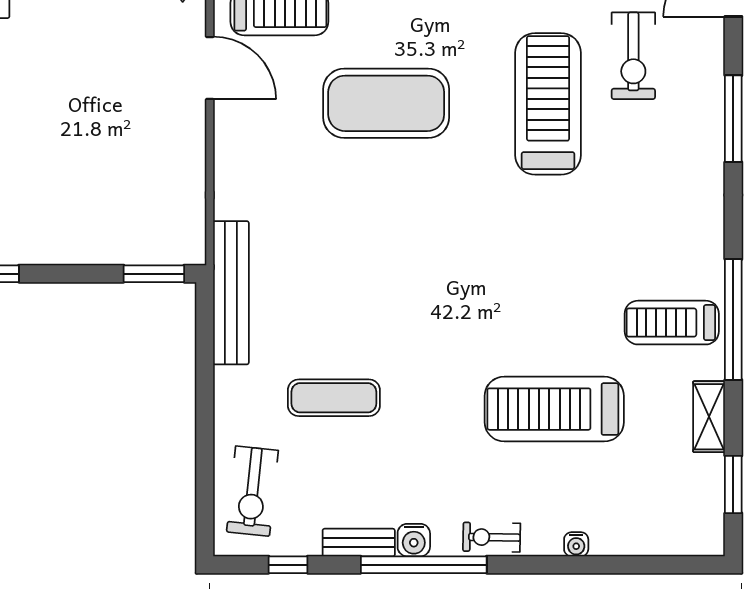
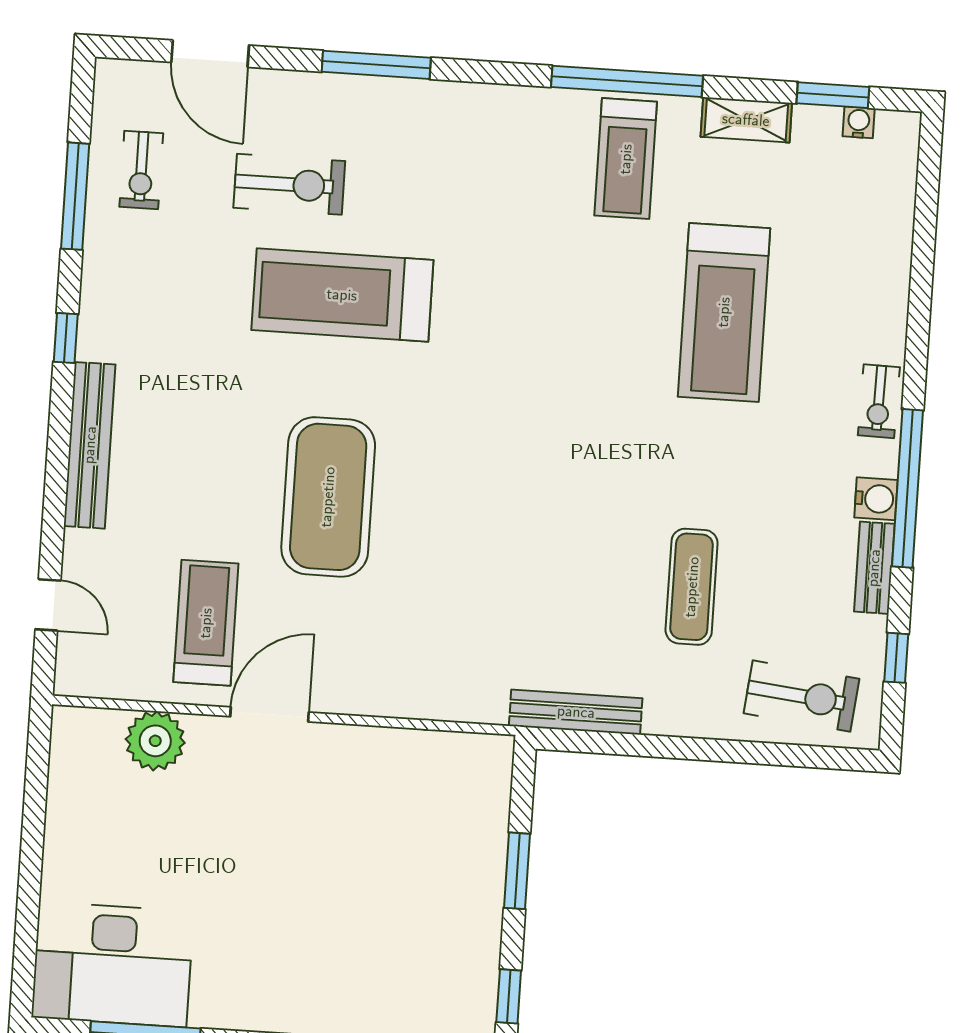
window: (154, 274) -> (517, 871), moved
bench: (231, 293) -> (576, 712), width x0.73, depth x0.82
water cooler: (576, 544) -> (859, 122), moved, turned -90

